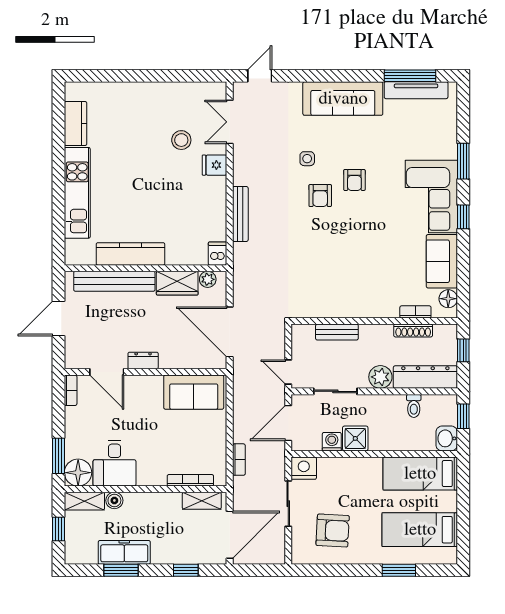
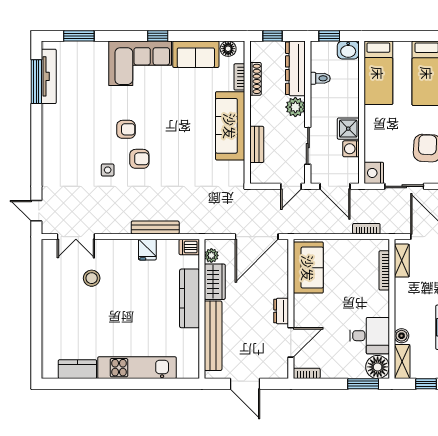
sofa: (343, 99) -> (230, 126), moved, turned 180
window: (463, 161) -> (79, 36), moved
fridge: (214, 165) -> (147, 250), moved
kitchen counter: (130, 254) -> (190, 298), moved

